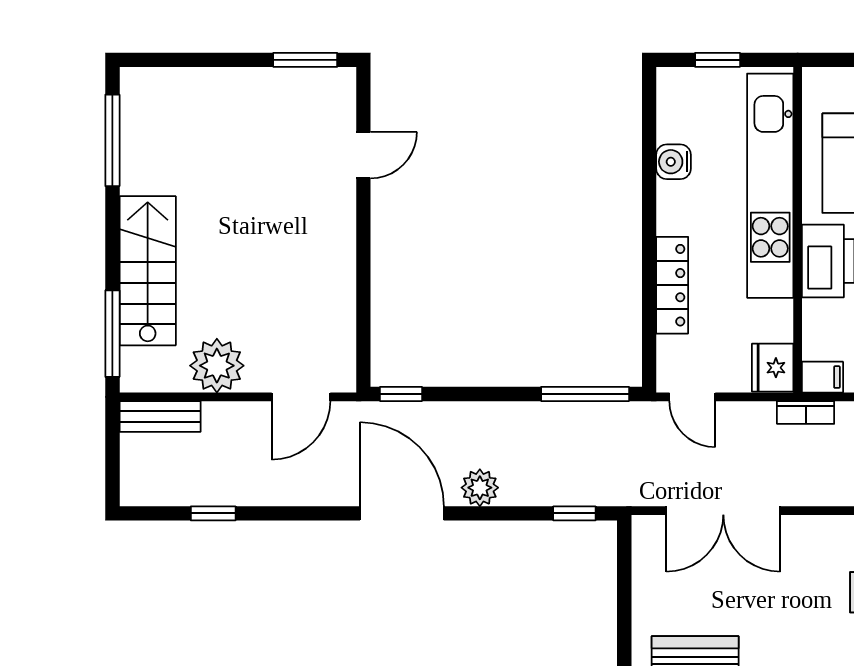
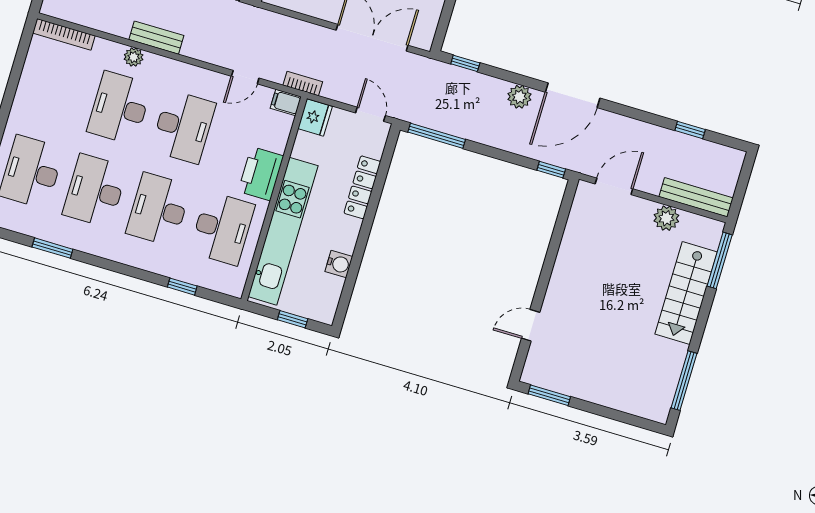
plant: (217, 366) -> (666, 218), width x0.73, depth x0.73
bench: (160, 417) -> (696, 197), width x1.36
door: (402, 513) -> (573, 95), hinge flipped

